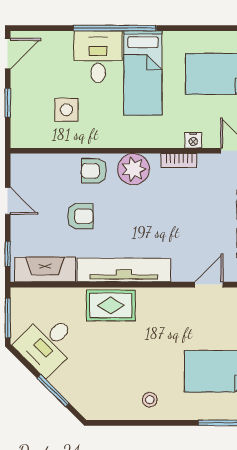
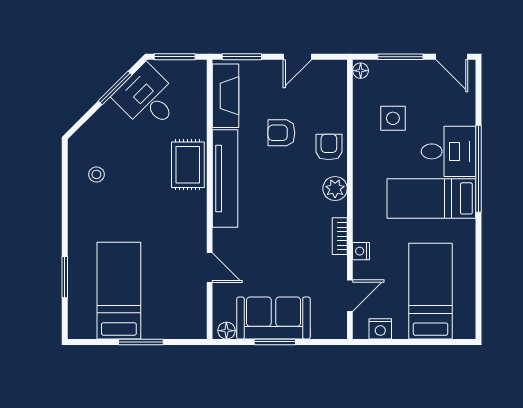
window: (8, 103) -> (400, 57), width x1.50
floor lamp: (21, 141) -> (361, 71), added
plant: (133, 169) -> (335, 189), width x0.73, depth x0.73
armchair: (80, 216) -> (281, 133), turned 90
window: (8, 254) -> (242, 57), width x1.50
window: (53, 391) -> (115, 88), moved
stool: (150, 400) -> (96, 174), moved

